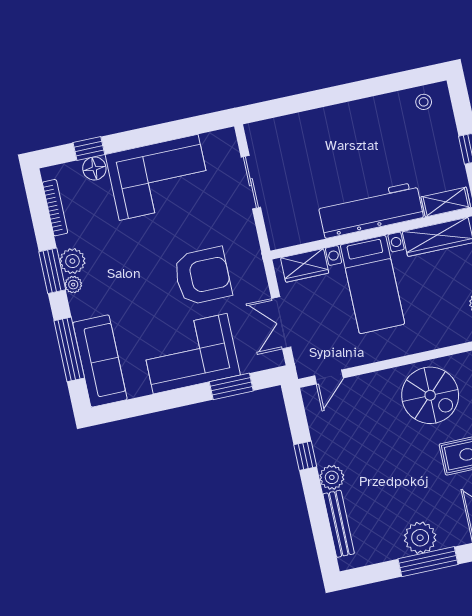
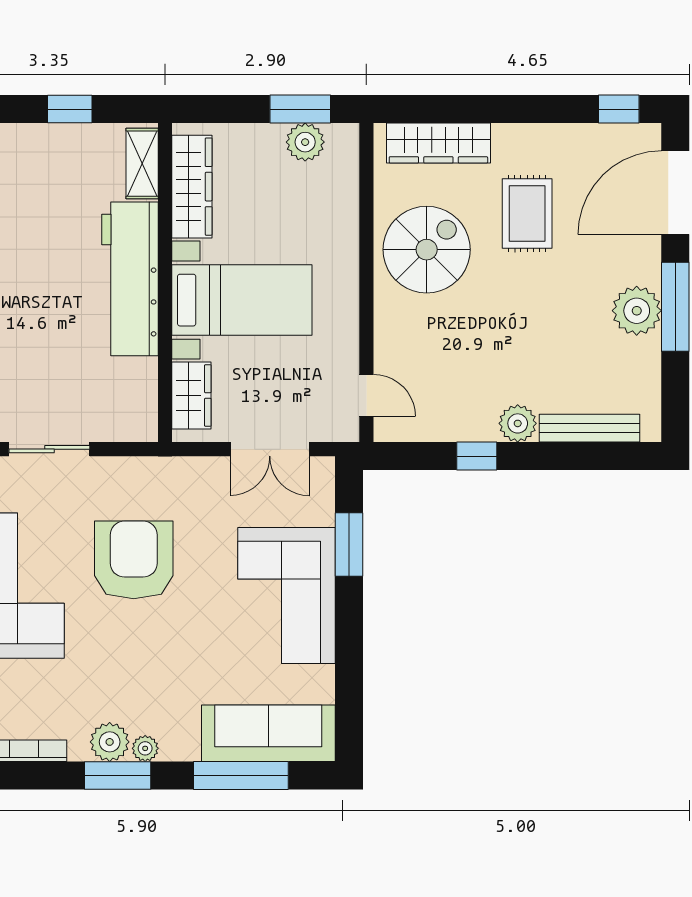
armchair: (203, 276) -> (134, 560), moved

